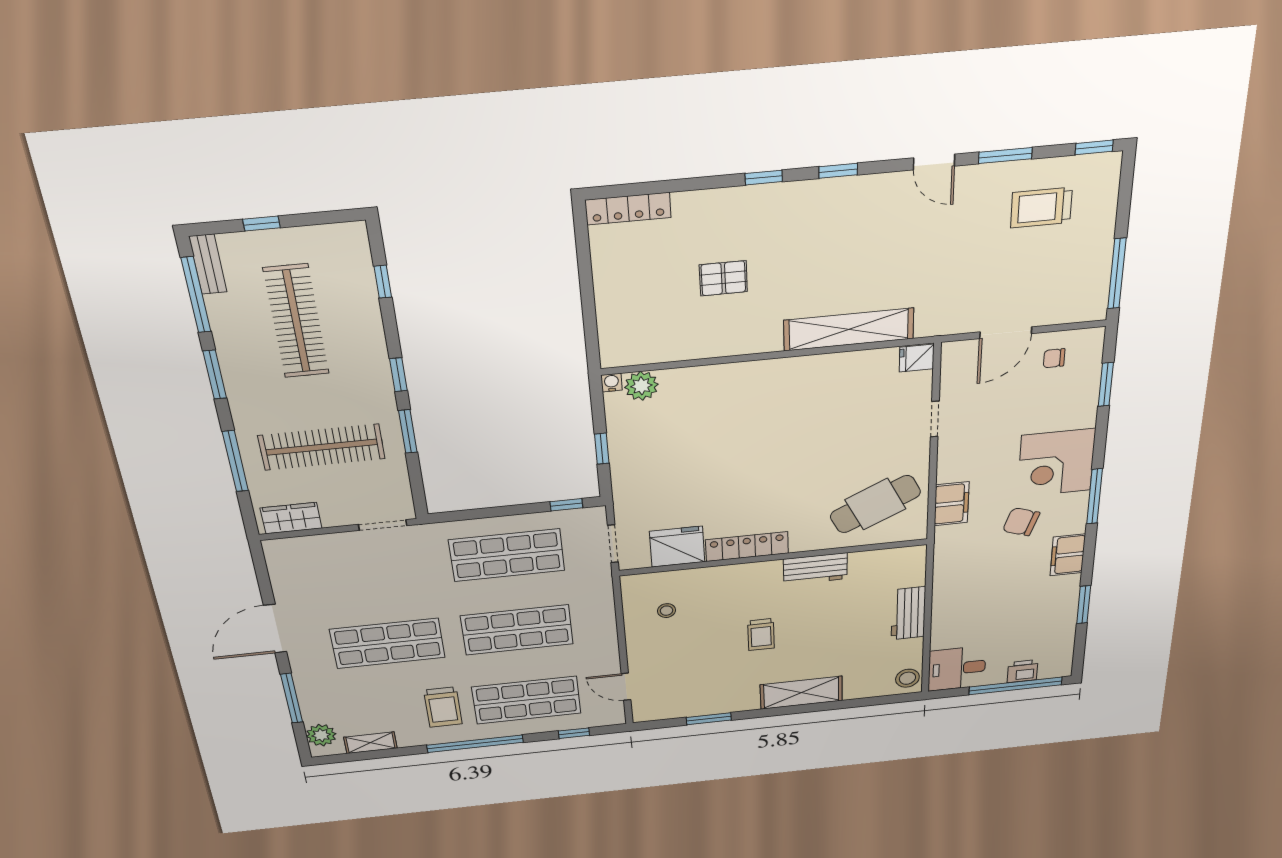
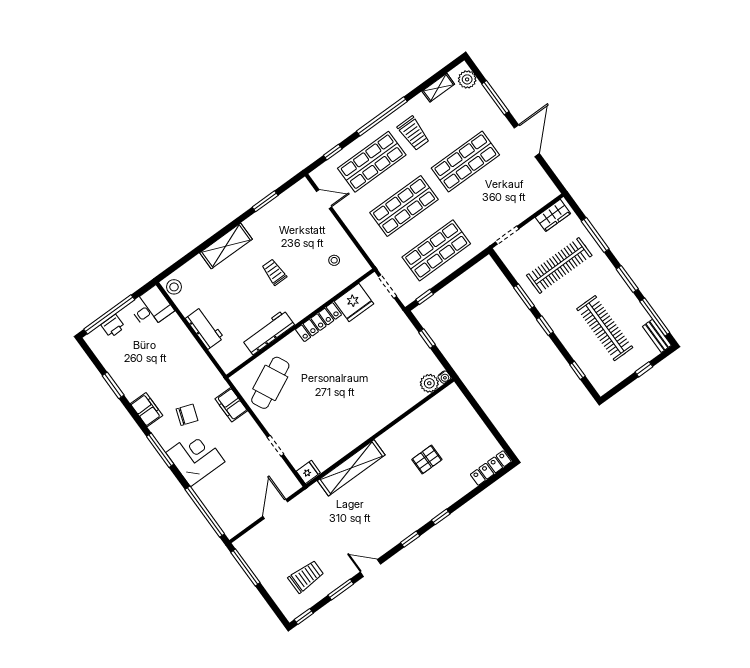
chair: (1054, 358) -> (241, 510), removed
window: (1106, 384) -> (205, 512), width x2.11
workbench: (815, 569) -> (268, 332), width x1.38
trolley: (443, 707) -> (413, 133), turned 180

